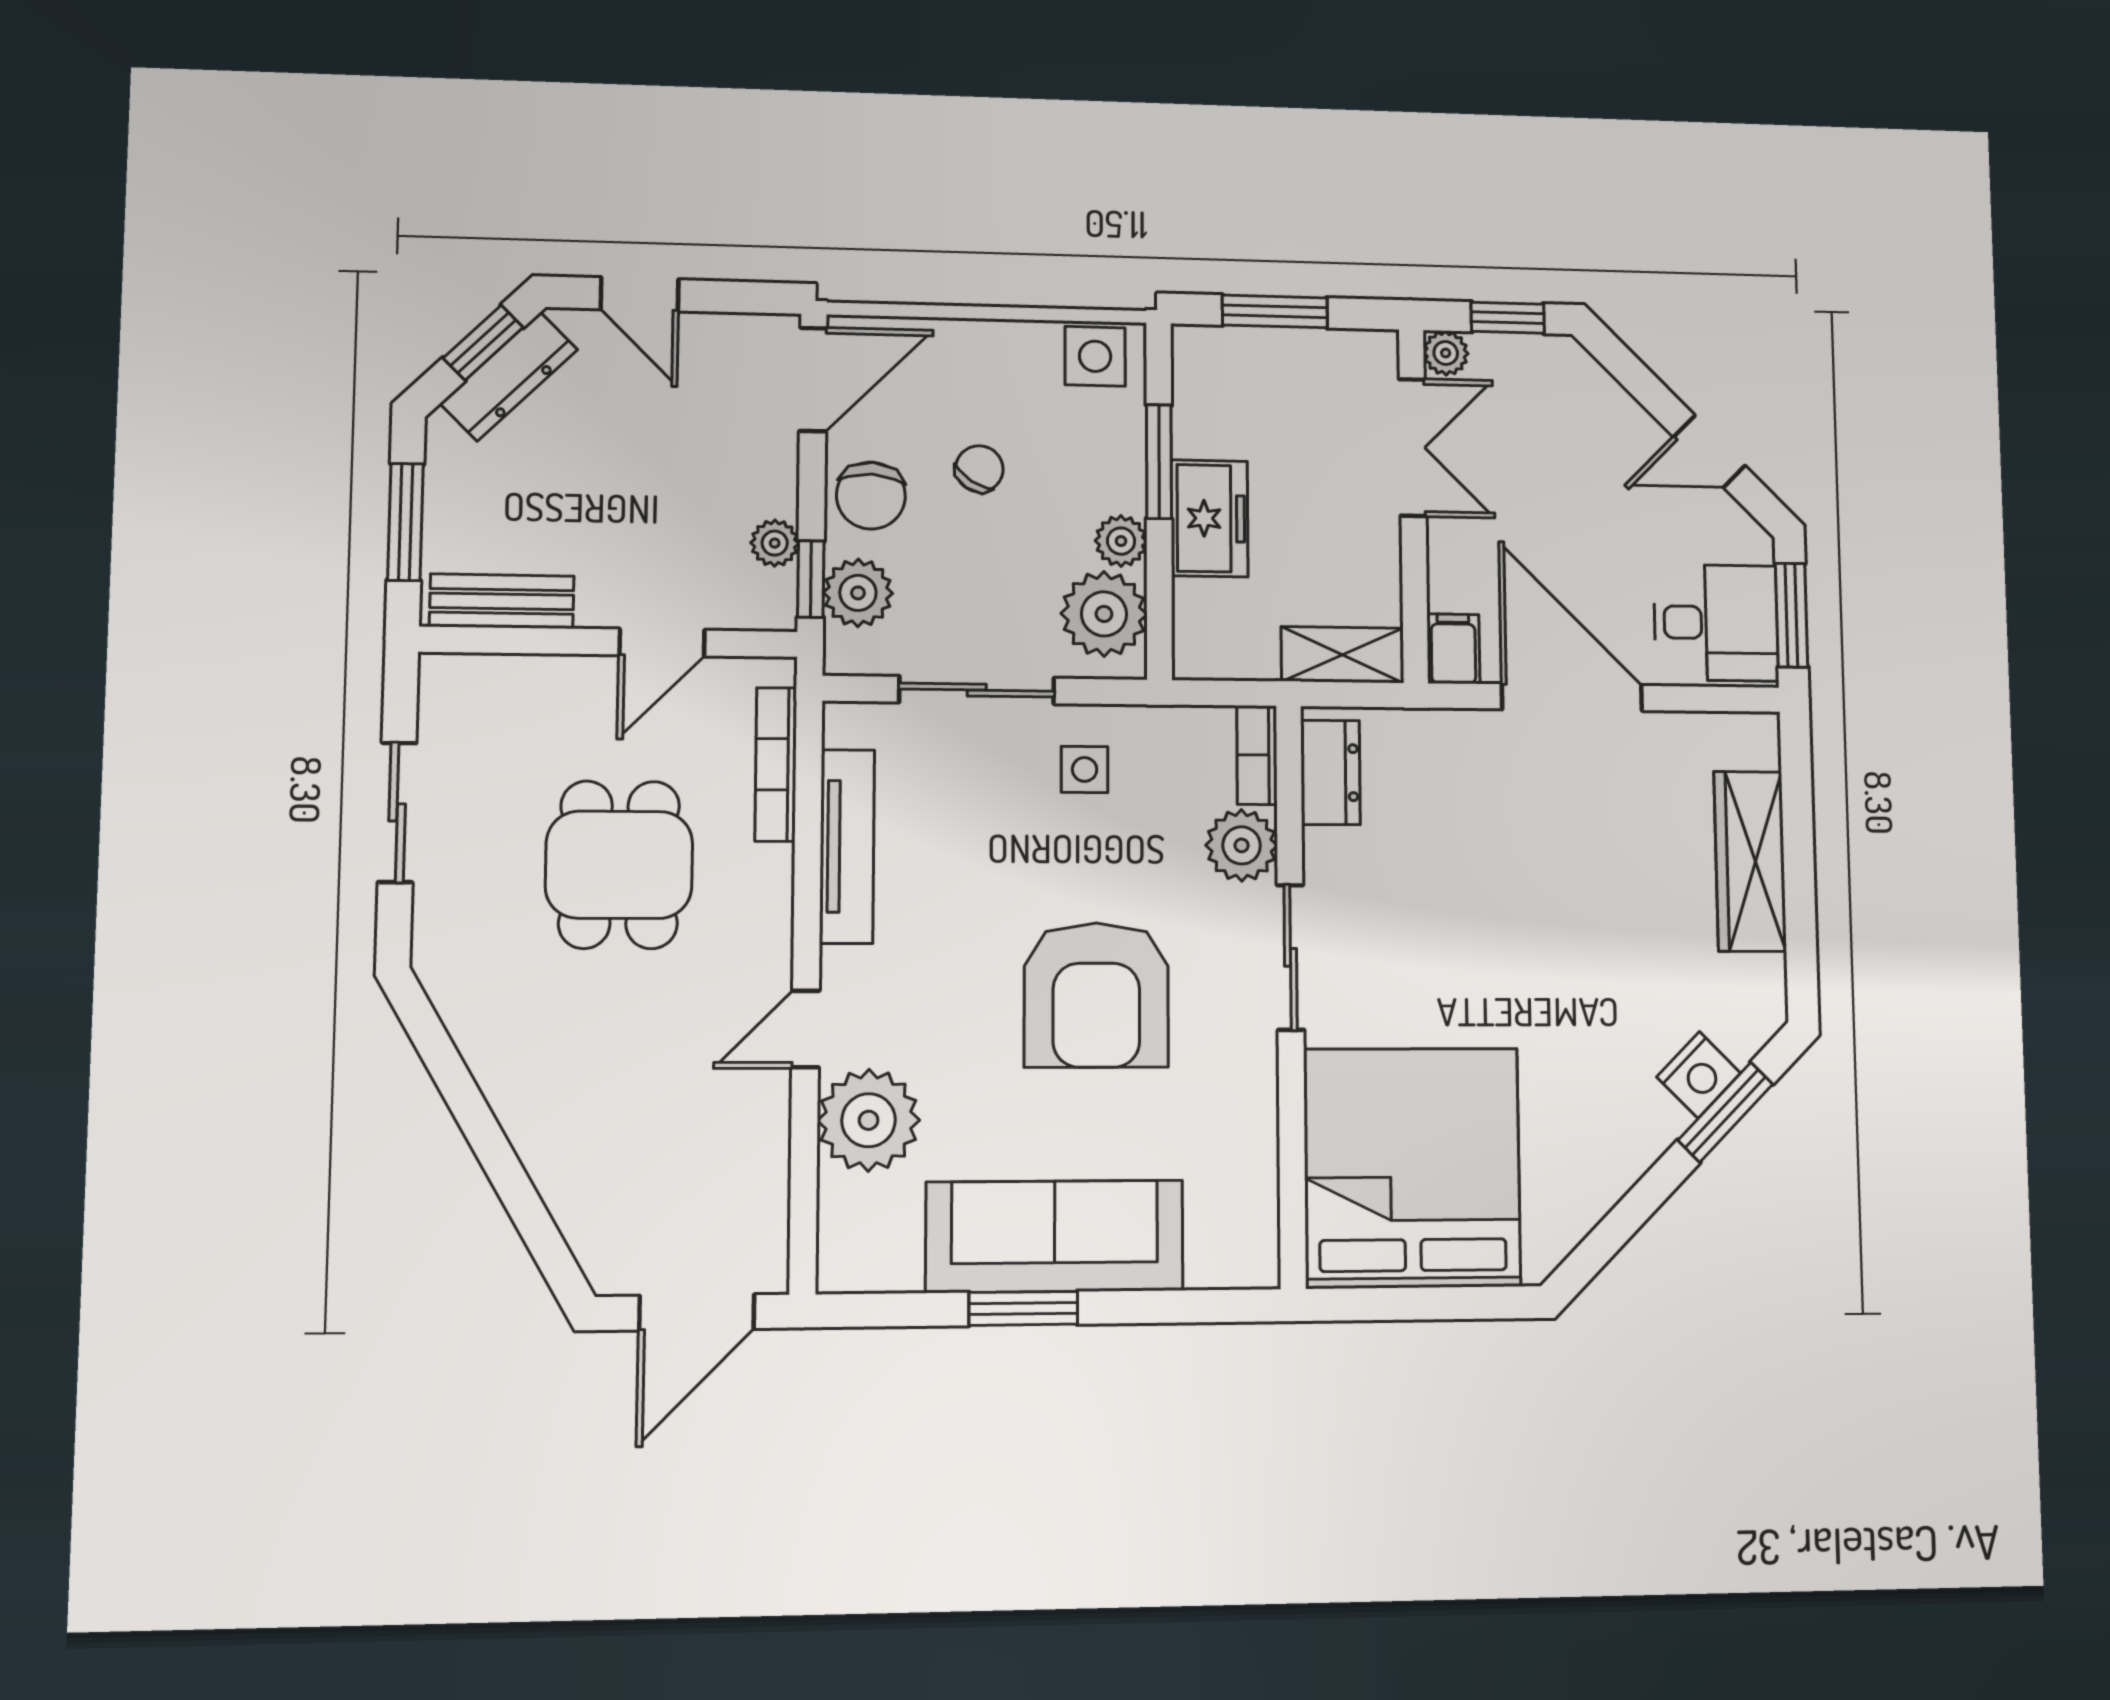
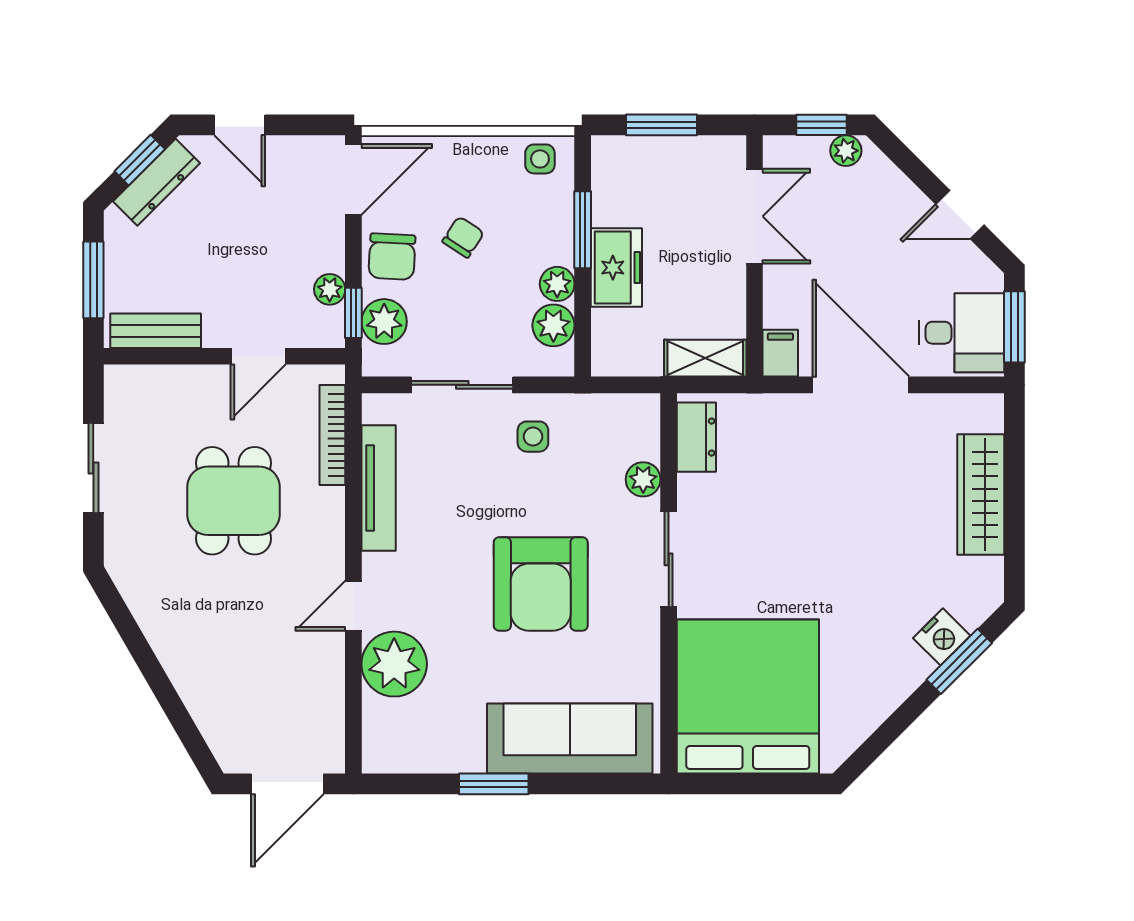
plant: (1446, 353) -> (846, 151), moved
side table: (1095, 356) -> (540, 159), width x0.73, depth x0.73
plant: (1104, 614) -> (553, 325), width x0.73, depth x0.73
bookcase: (1257, 755) -> (647, 426), removed
plant: (1242, 845) -> (643, 479), width x0.73, depth x0.73
sofa: (1055, 1236) -> (570, 739), moved

